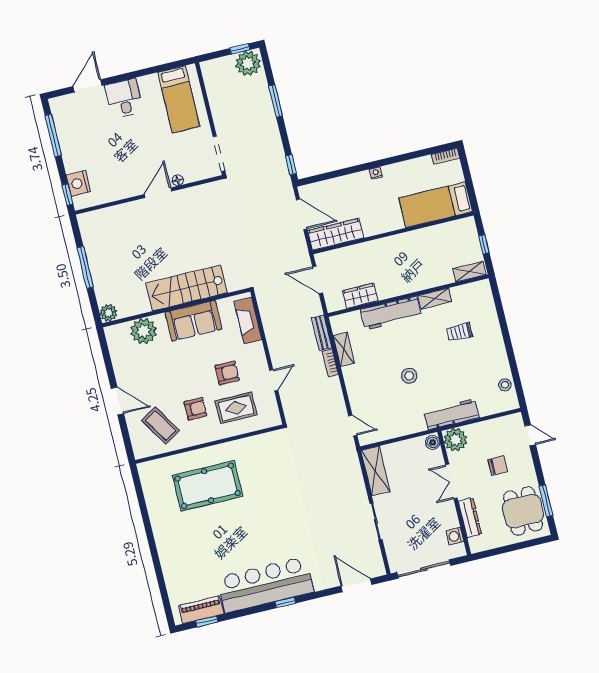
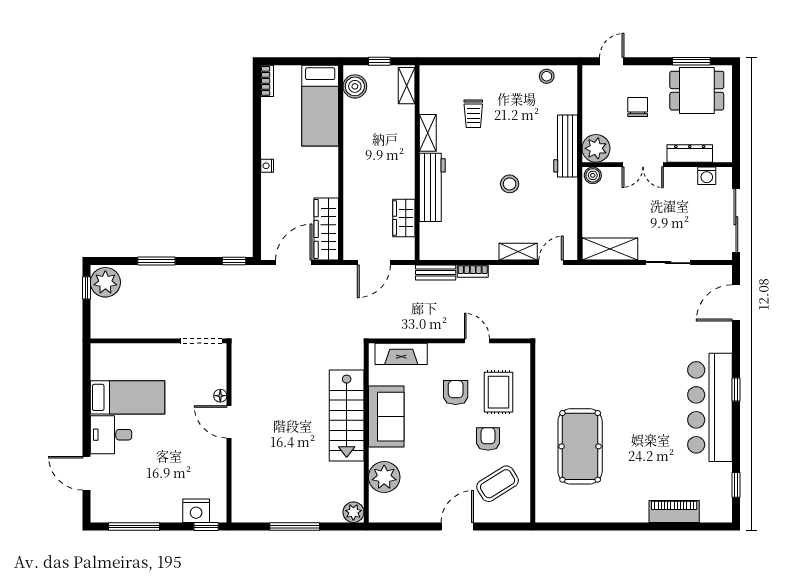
bed: (179, 99) -> (128, 397), moved
boiler: (458, 229) -> (355, 86), added
shelving: (344, 349) -> (518, 252), moved
piano: (201, 610) -> (674, 511), moved, turned 90

